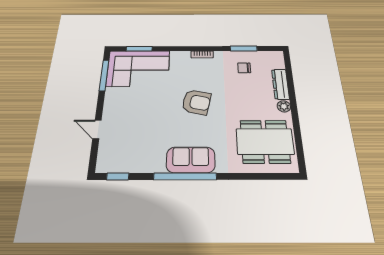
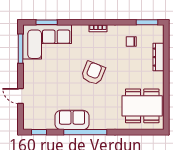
window: (244, 49) -> (147, 22), moved
armchair: (196, 102) -> (93, 73), turned -80
plant: (284, 106) -> (159, 77), removed
sofa: (191, 160) -> (72, 120), moved

